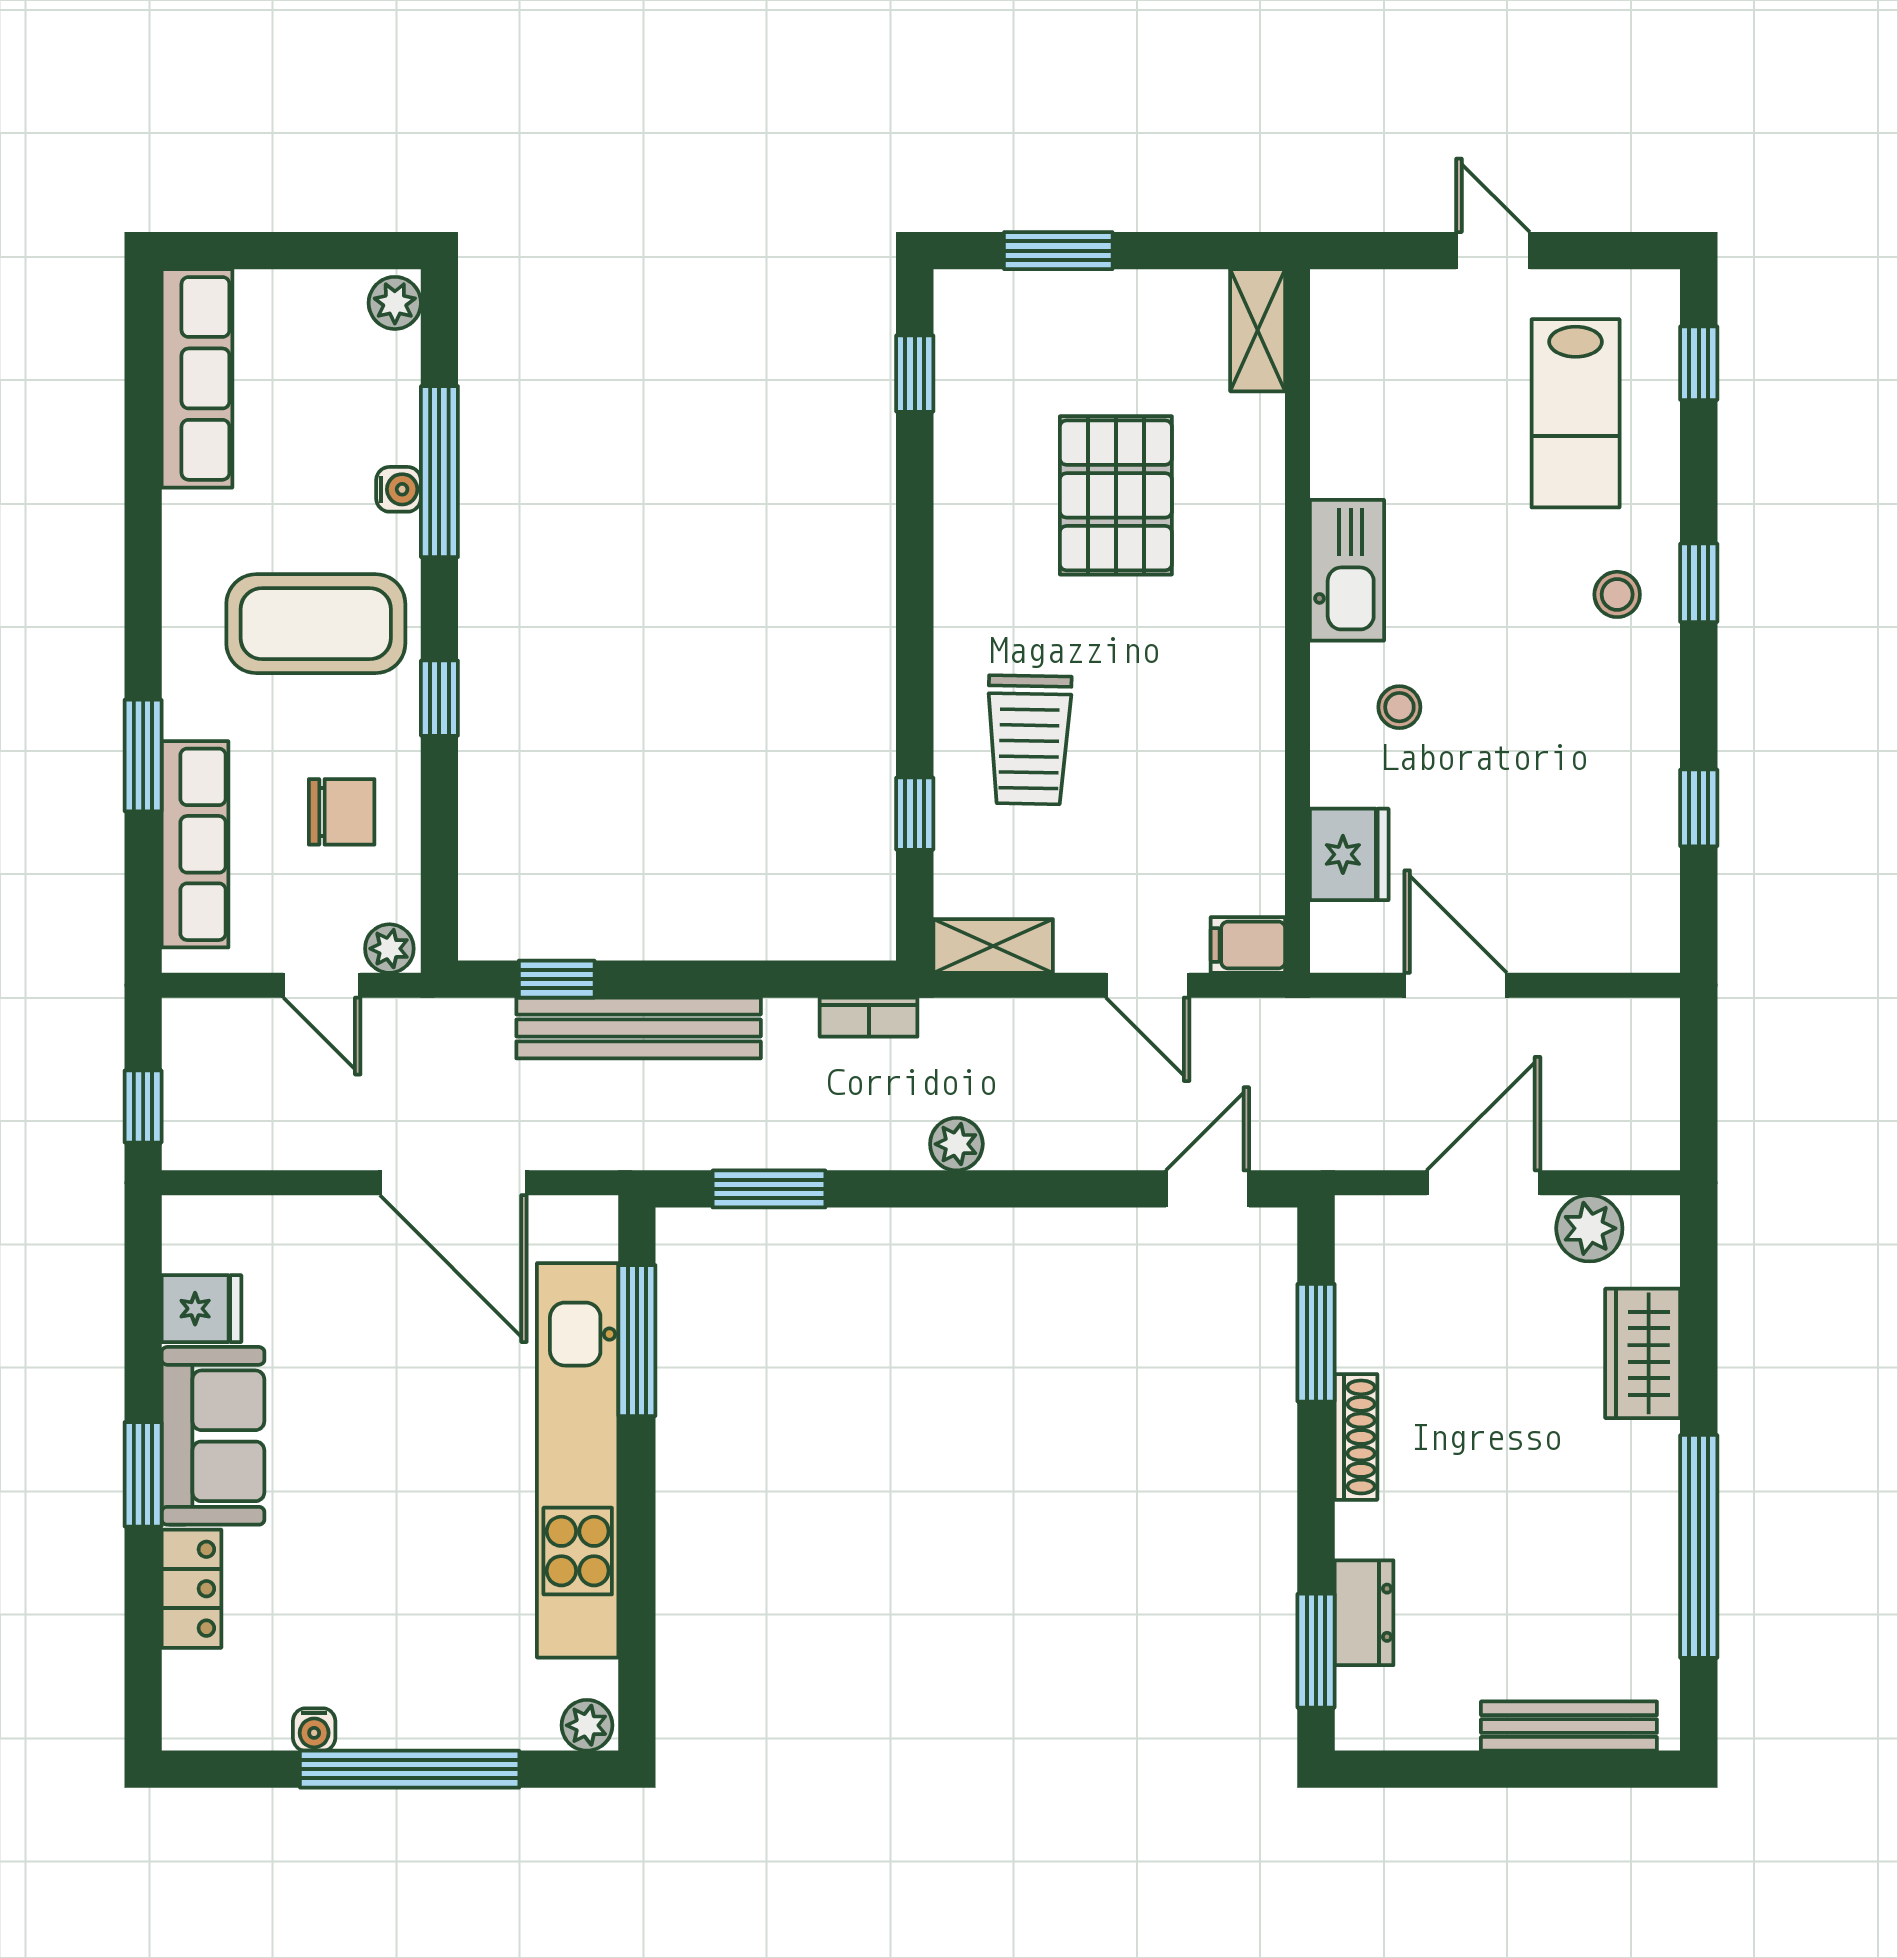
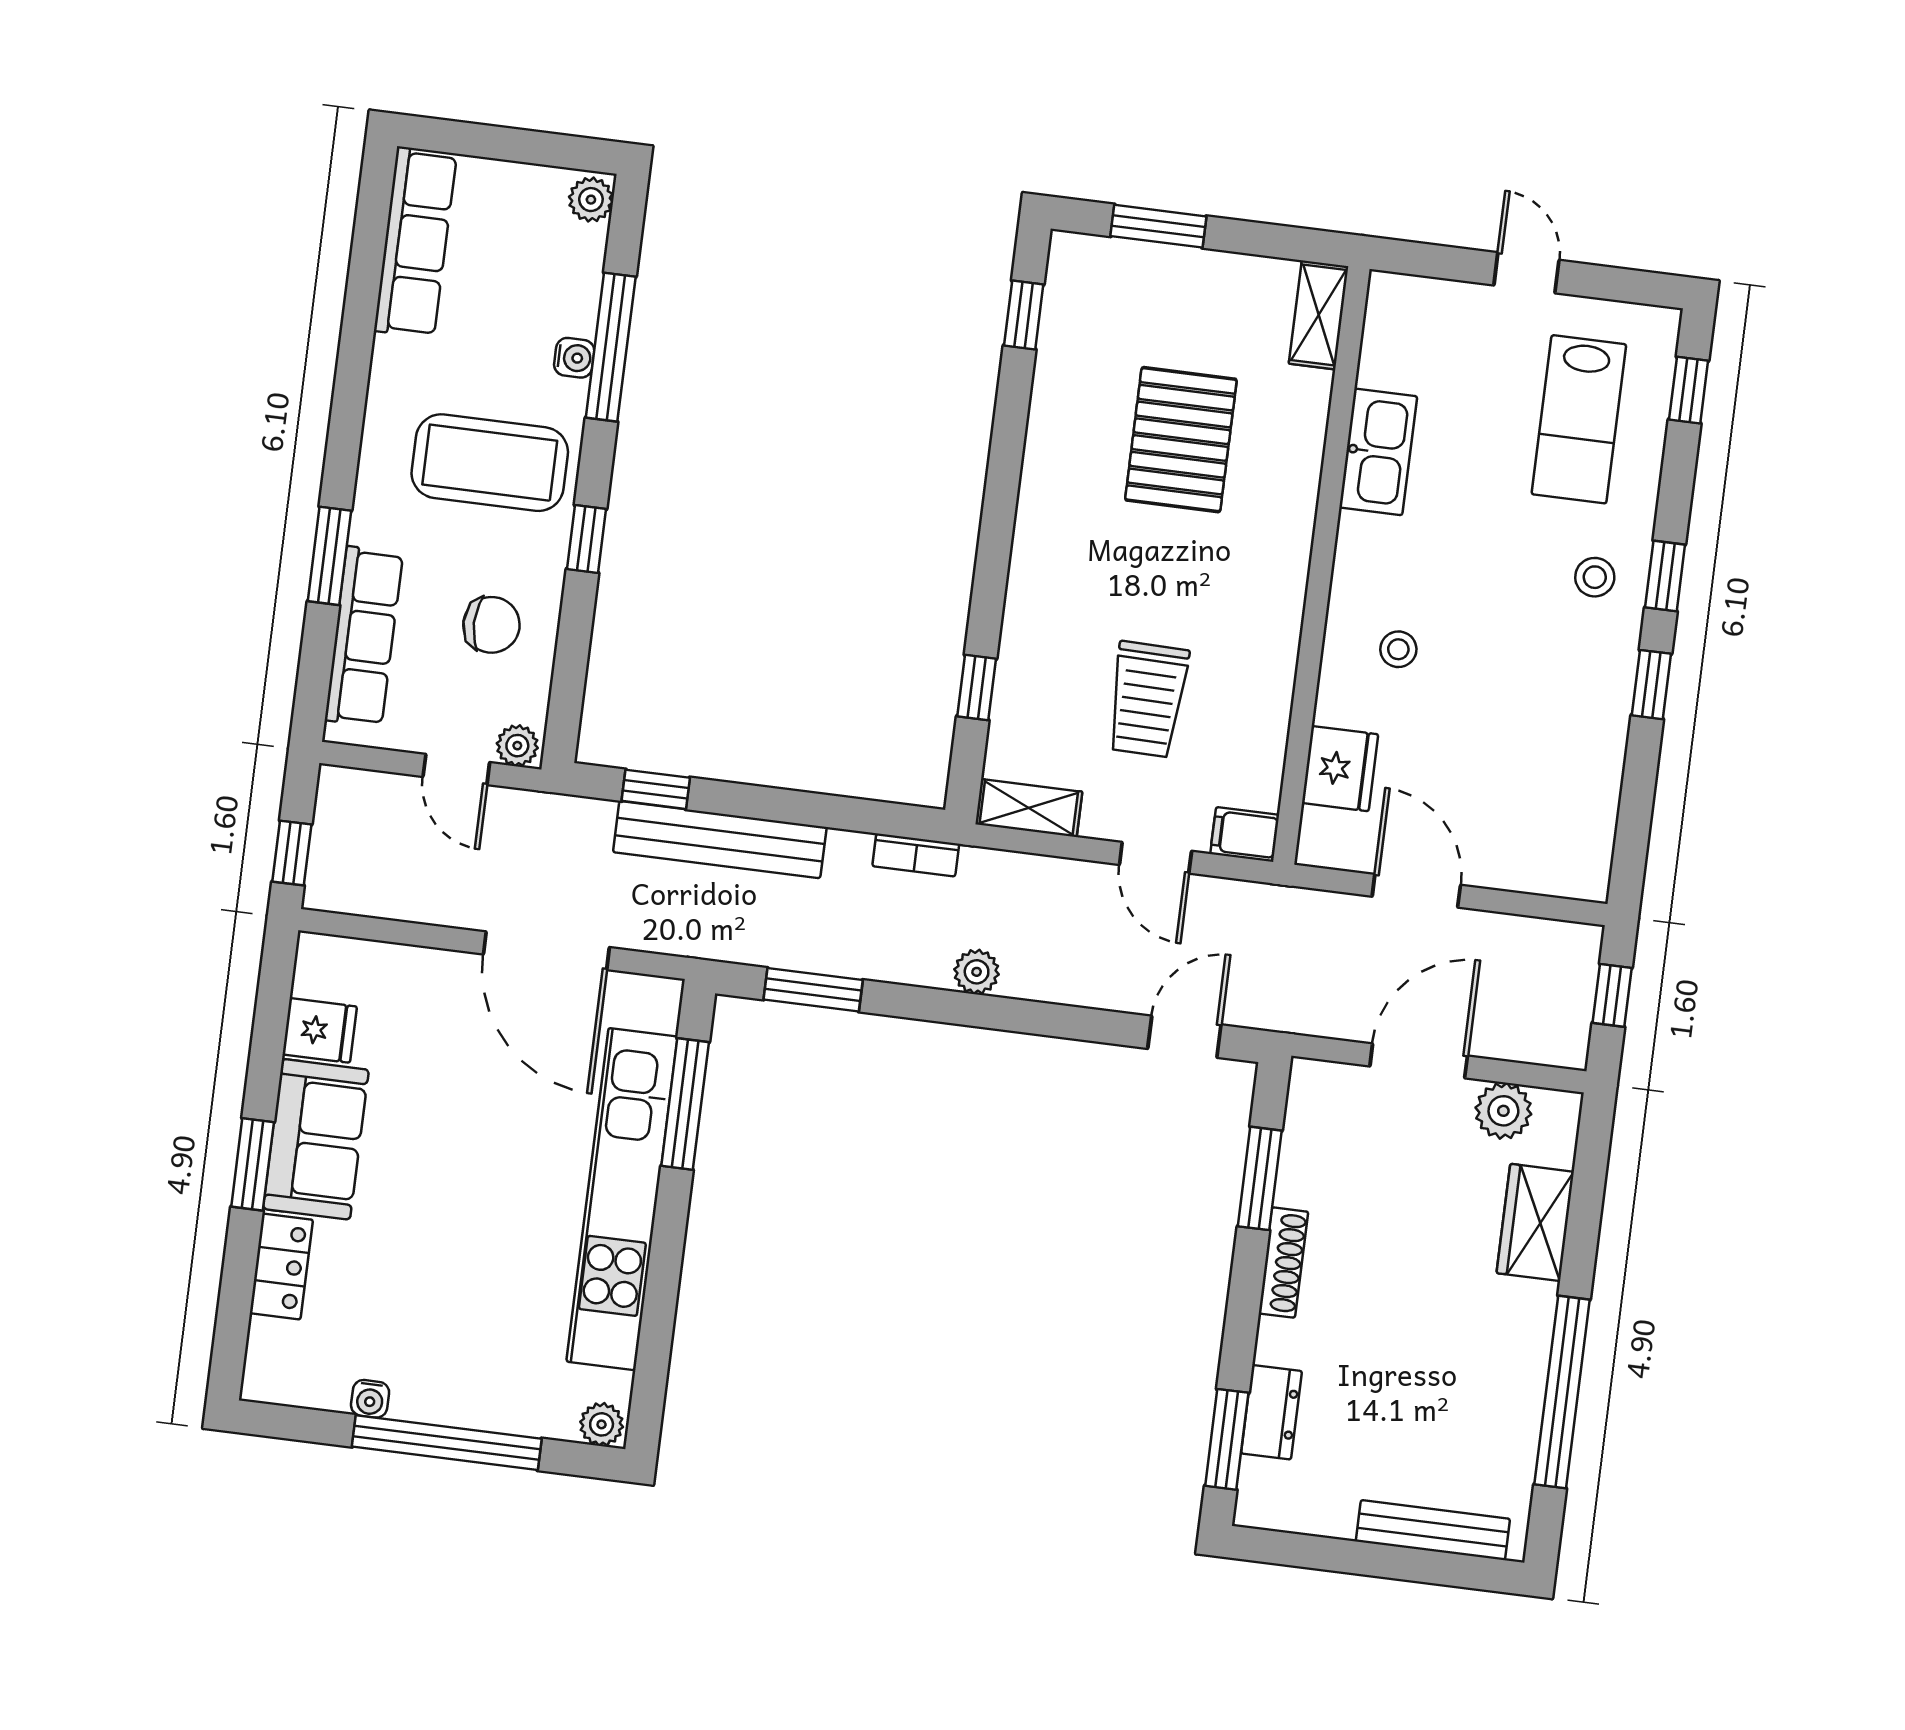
kitchen sink: (1347, 570) -> (1378, 452), moved
trolley: (1029, 740) -> (1147, 699), moved
window: (1699, 808) -> (1651, 685), moved
window: (1699, 1078) -> (1612, 995), added

